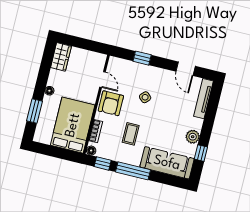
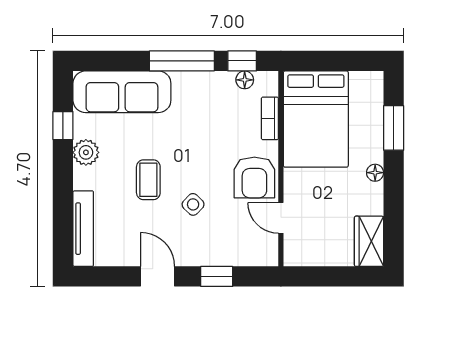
door: (186, 69) -> (158, 276), moved
armchair: (111, 103) -> (254, 177), turned 180
coffee table: (131, 134) -> (148, 180), moved
floor lamp: (91, 151) -> (245, 80), moved

